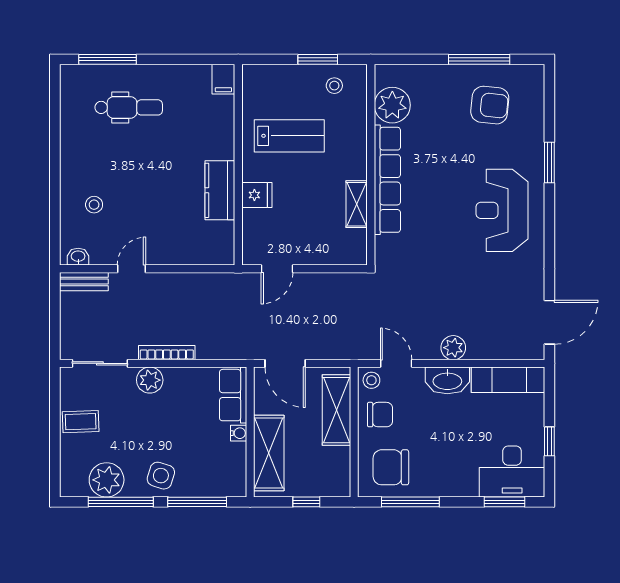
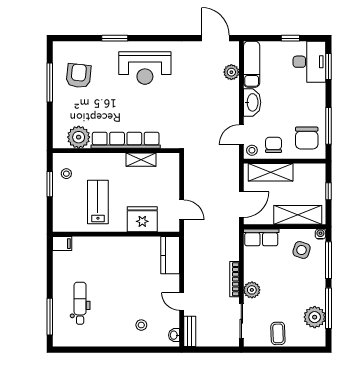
kitchen counter: (220, 190) -> (170, 255), moved, turned 90
fridge: (257, 195) -> (142, 219), width x1.88, depth x1.34
plant: (453, 348) -> (231, 72), moved
water cooler: (239, 433) -> (320, 234), moved
side table: (161, 476) -> (302, 250), moved

